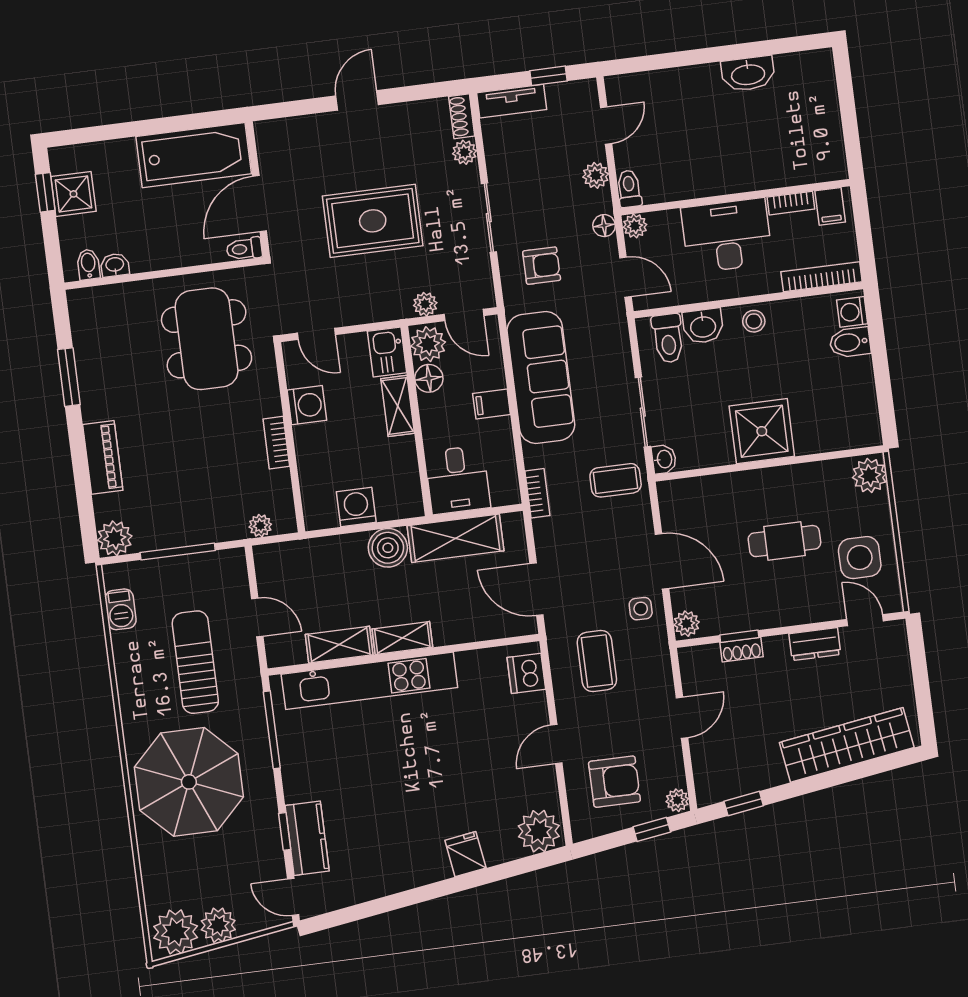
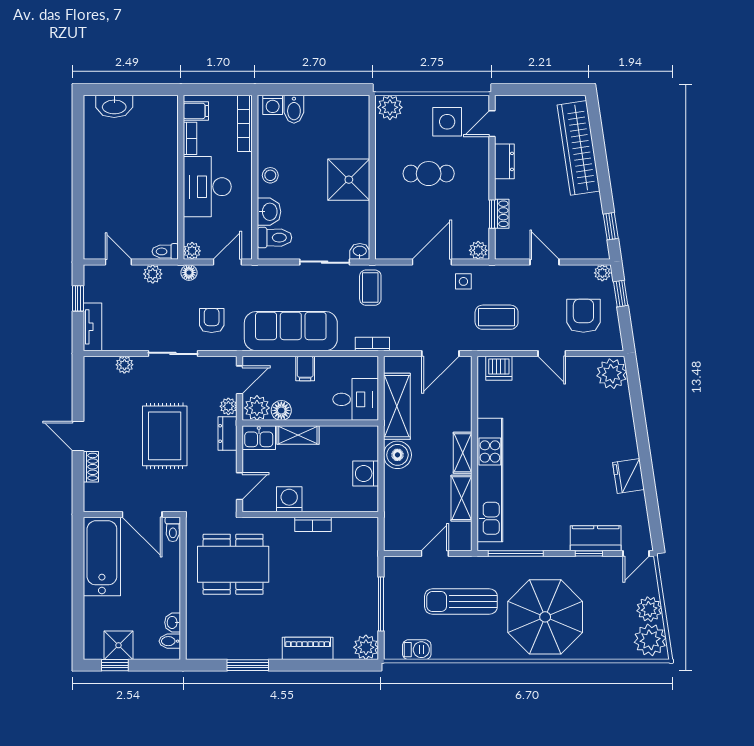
washbasin: (748, 74) -> (114, 106), moved, turned 90
shoe rack: (462, 116) -> (91, 467), moved, turned -90
dresser: (387, 308) -> (228, 433), added
plant: (260, 526) -> (370, 543), removed
cafe table: (784, 541) -> (429, 174), turned 90
fridge: (465, 854) -> (628, 476), moved, width x1.38

